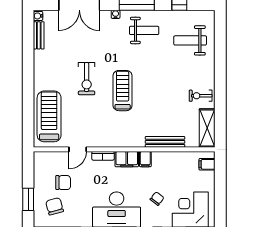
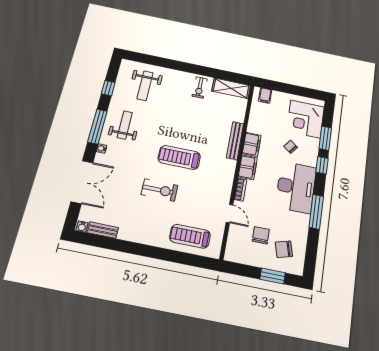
treadmill: (49, 116) -> (190, 236), width x0.73, depth x0.73
bench: (165, 142) -> (235, 141), moved
filing cabinet: (145, 159) -> (252, 144), width x2.00

